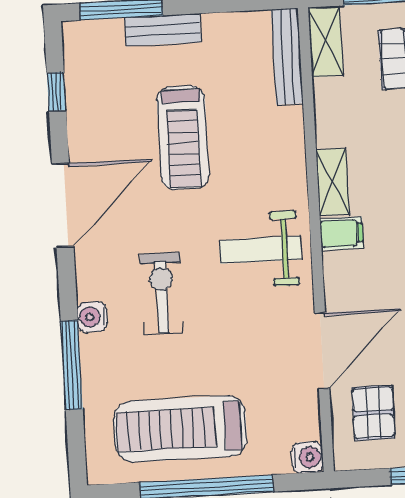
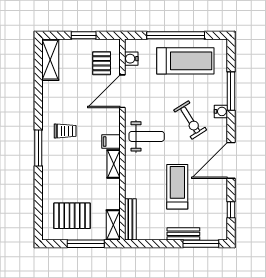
exercise bike: (162, 293) -> (190, 120), turned -32
water cooler: (307, 457) -> (131, 59), moved

